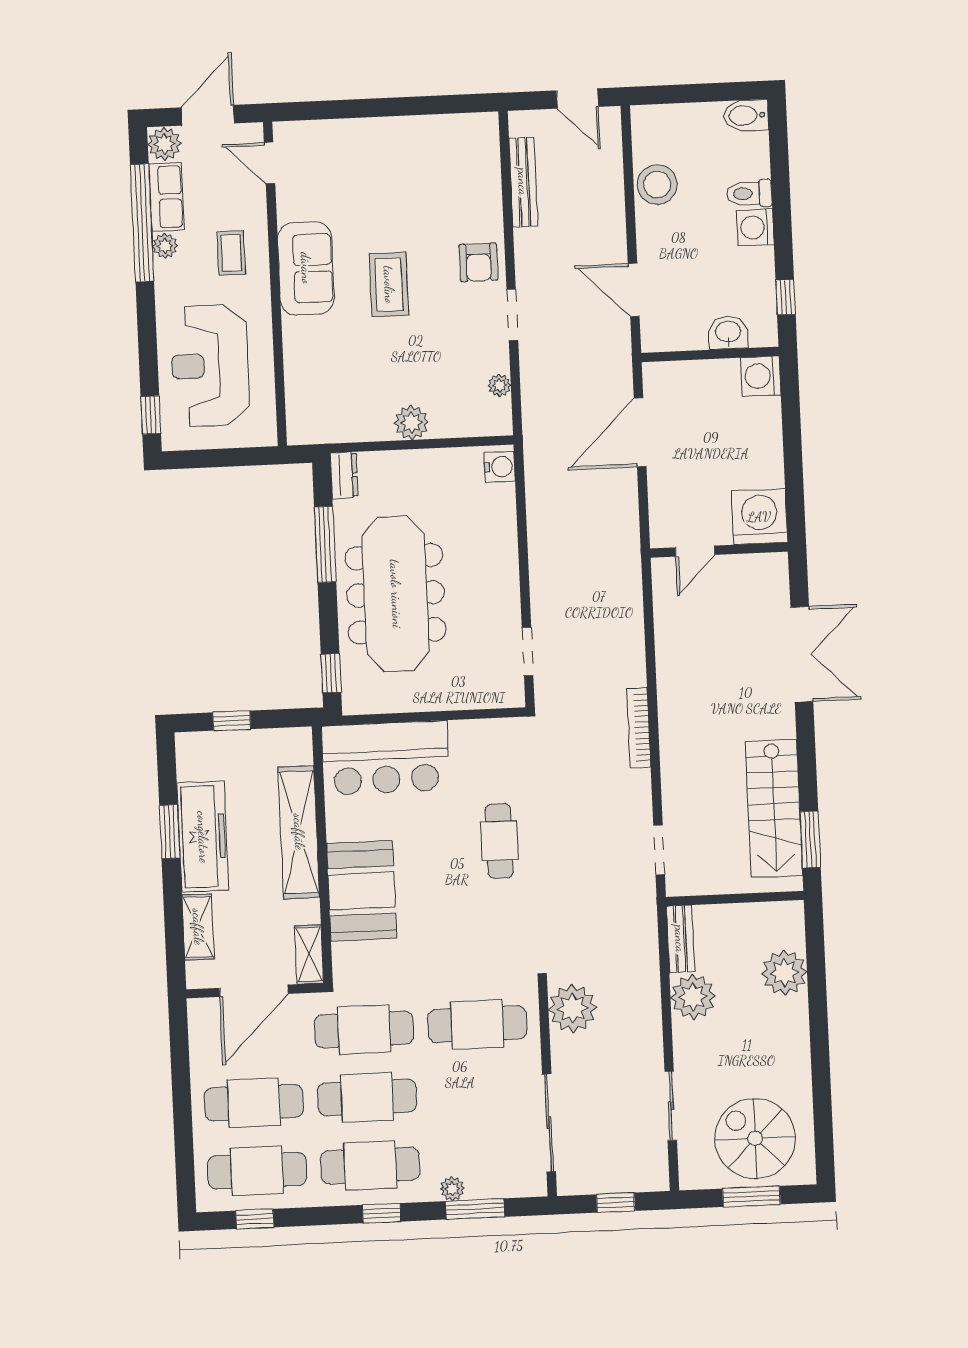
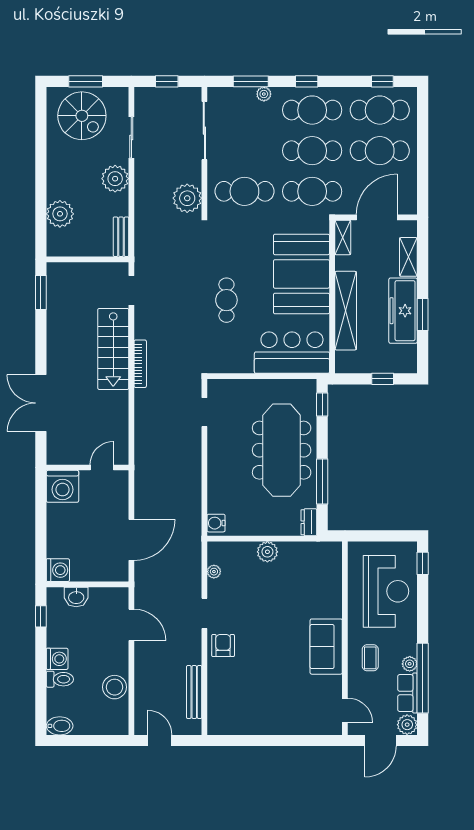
coffee table: (389, 285) -> (277, 635), removed
stairs: (774, 808) -> (113, 349), moved, turned 180
booth: (362, 891) -> (301, 274), width x1.36, depth x1.42
plant: (693, 997) -> (115, 179), moved

